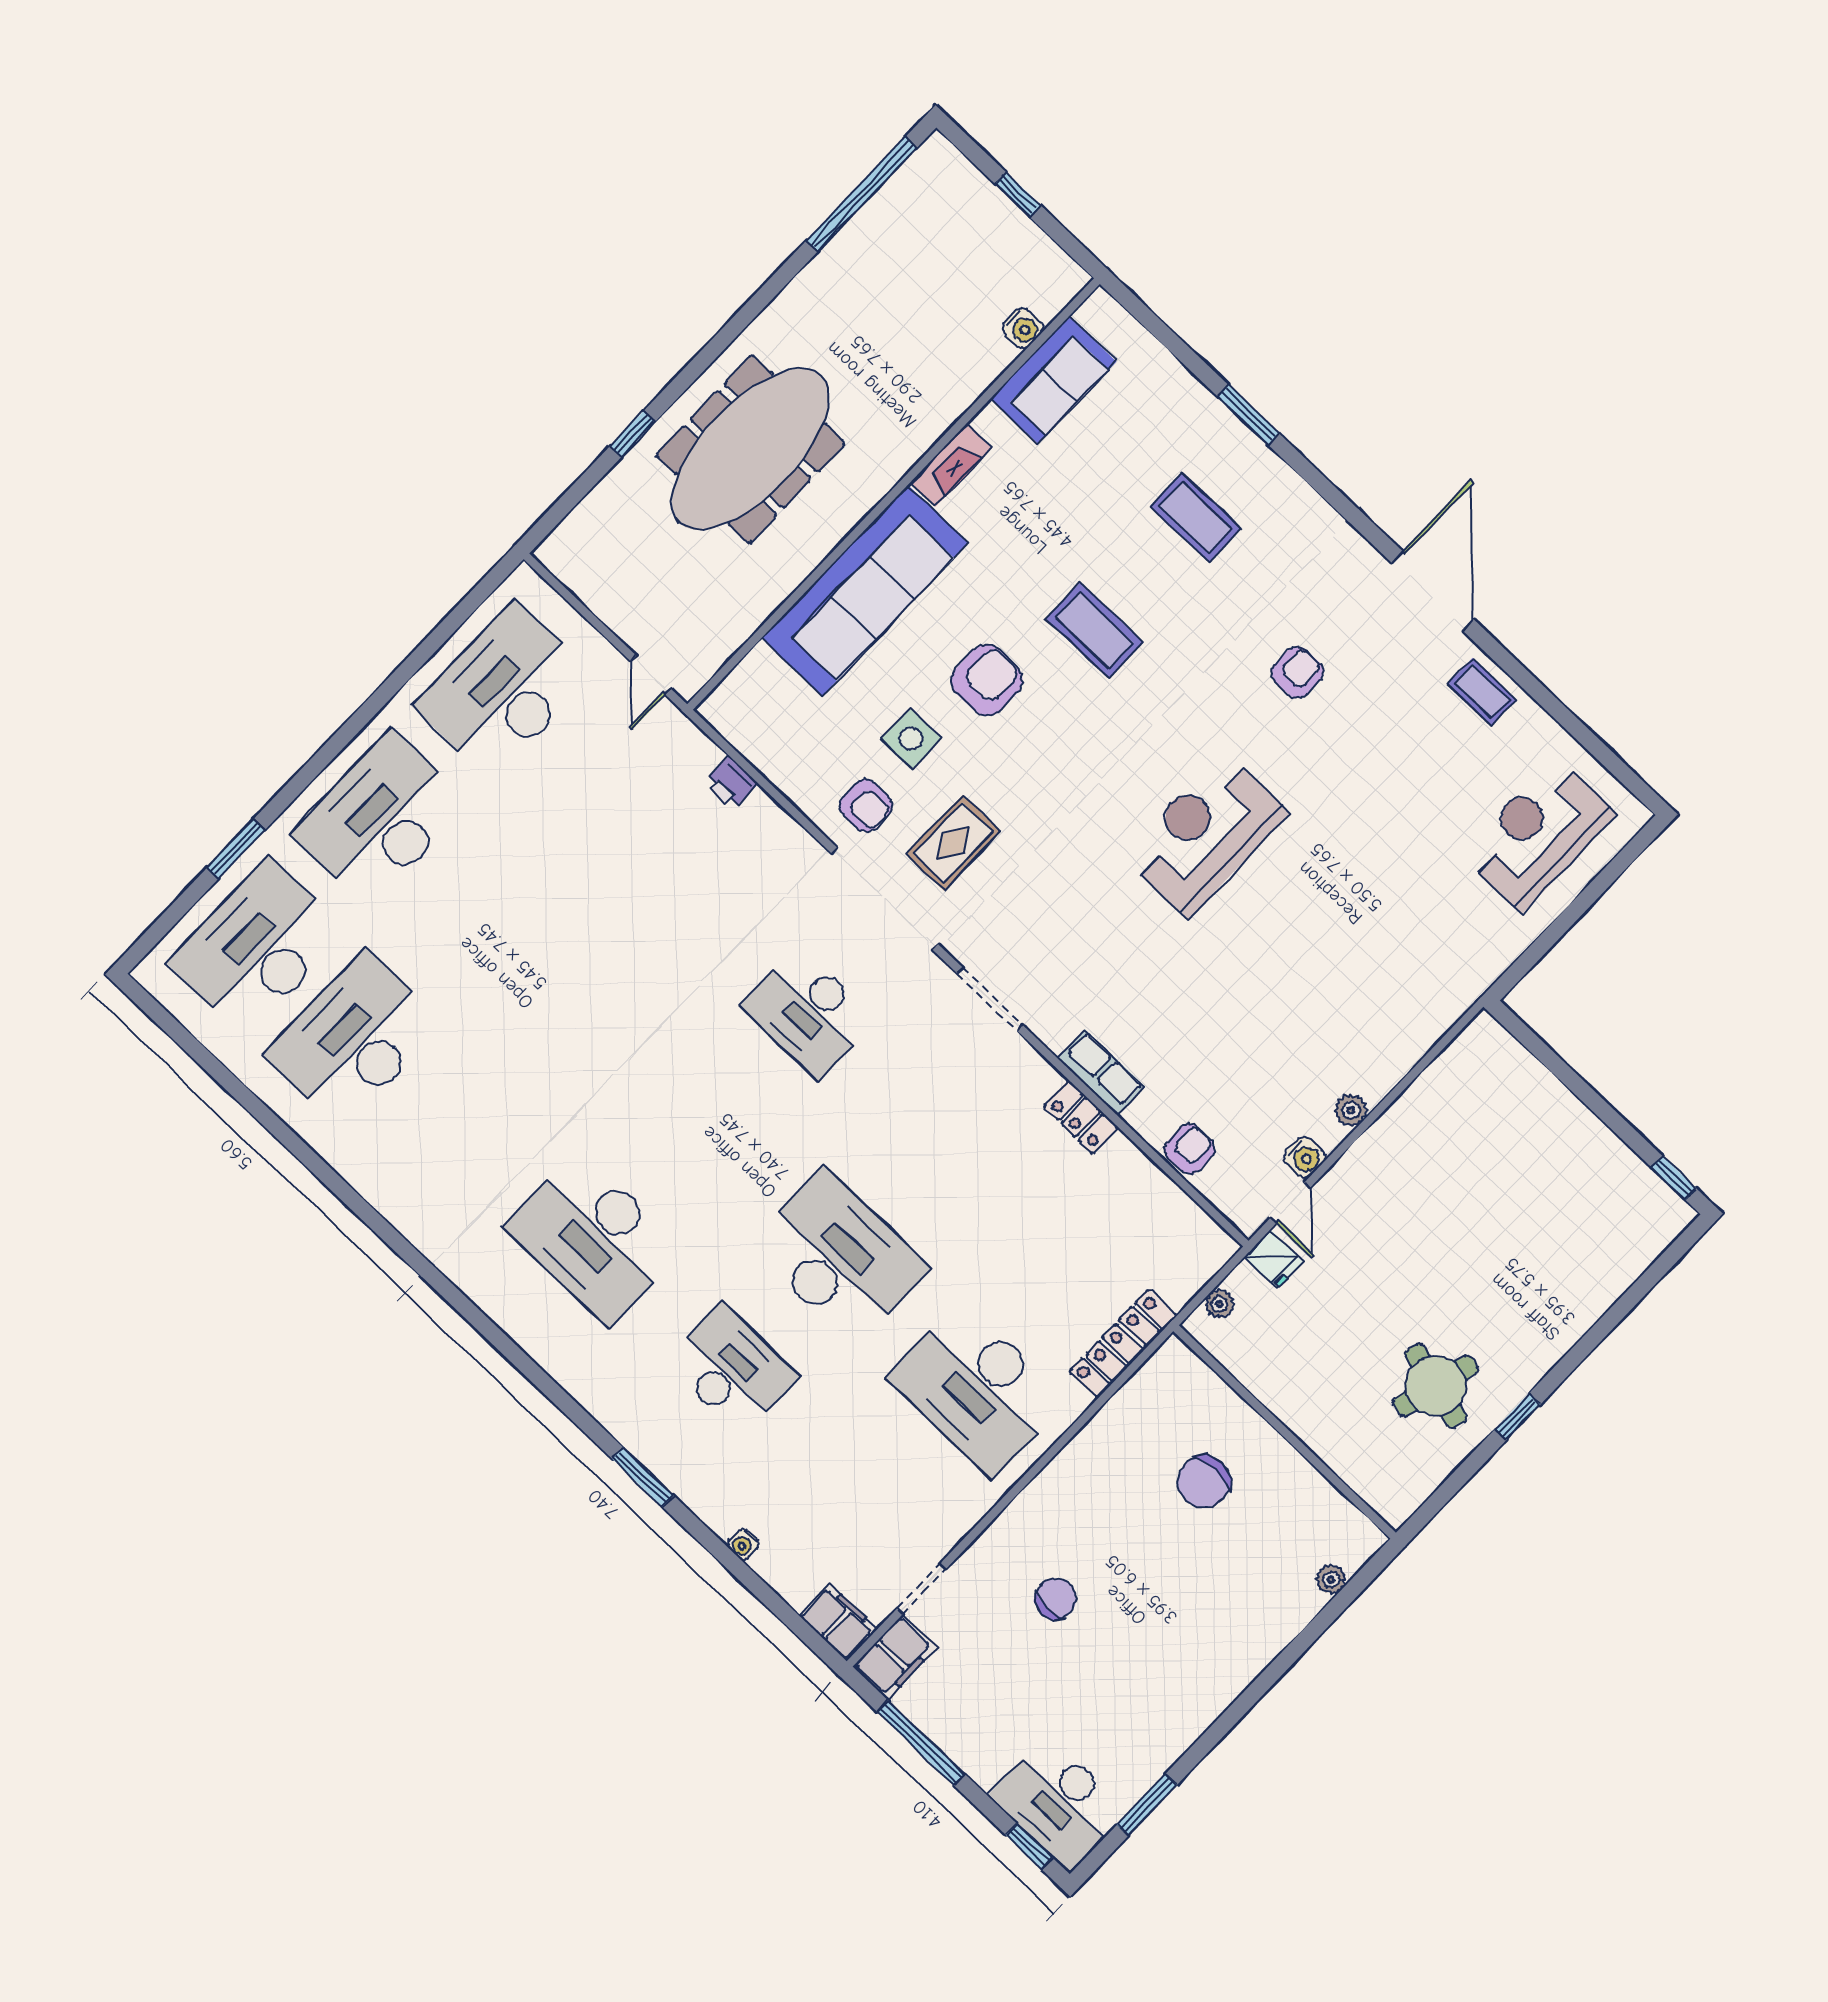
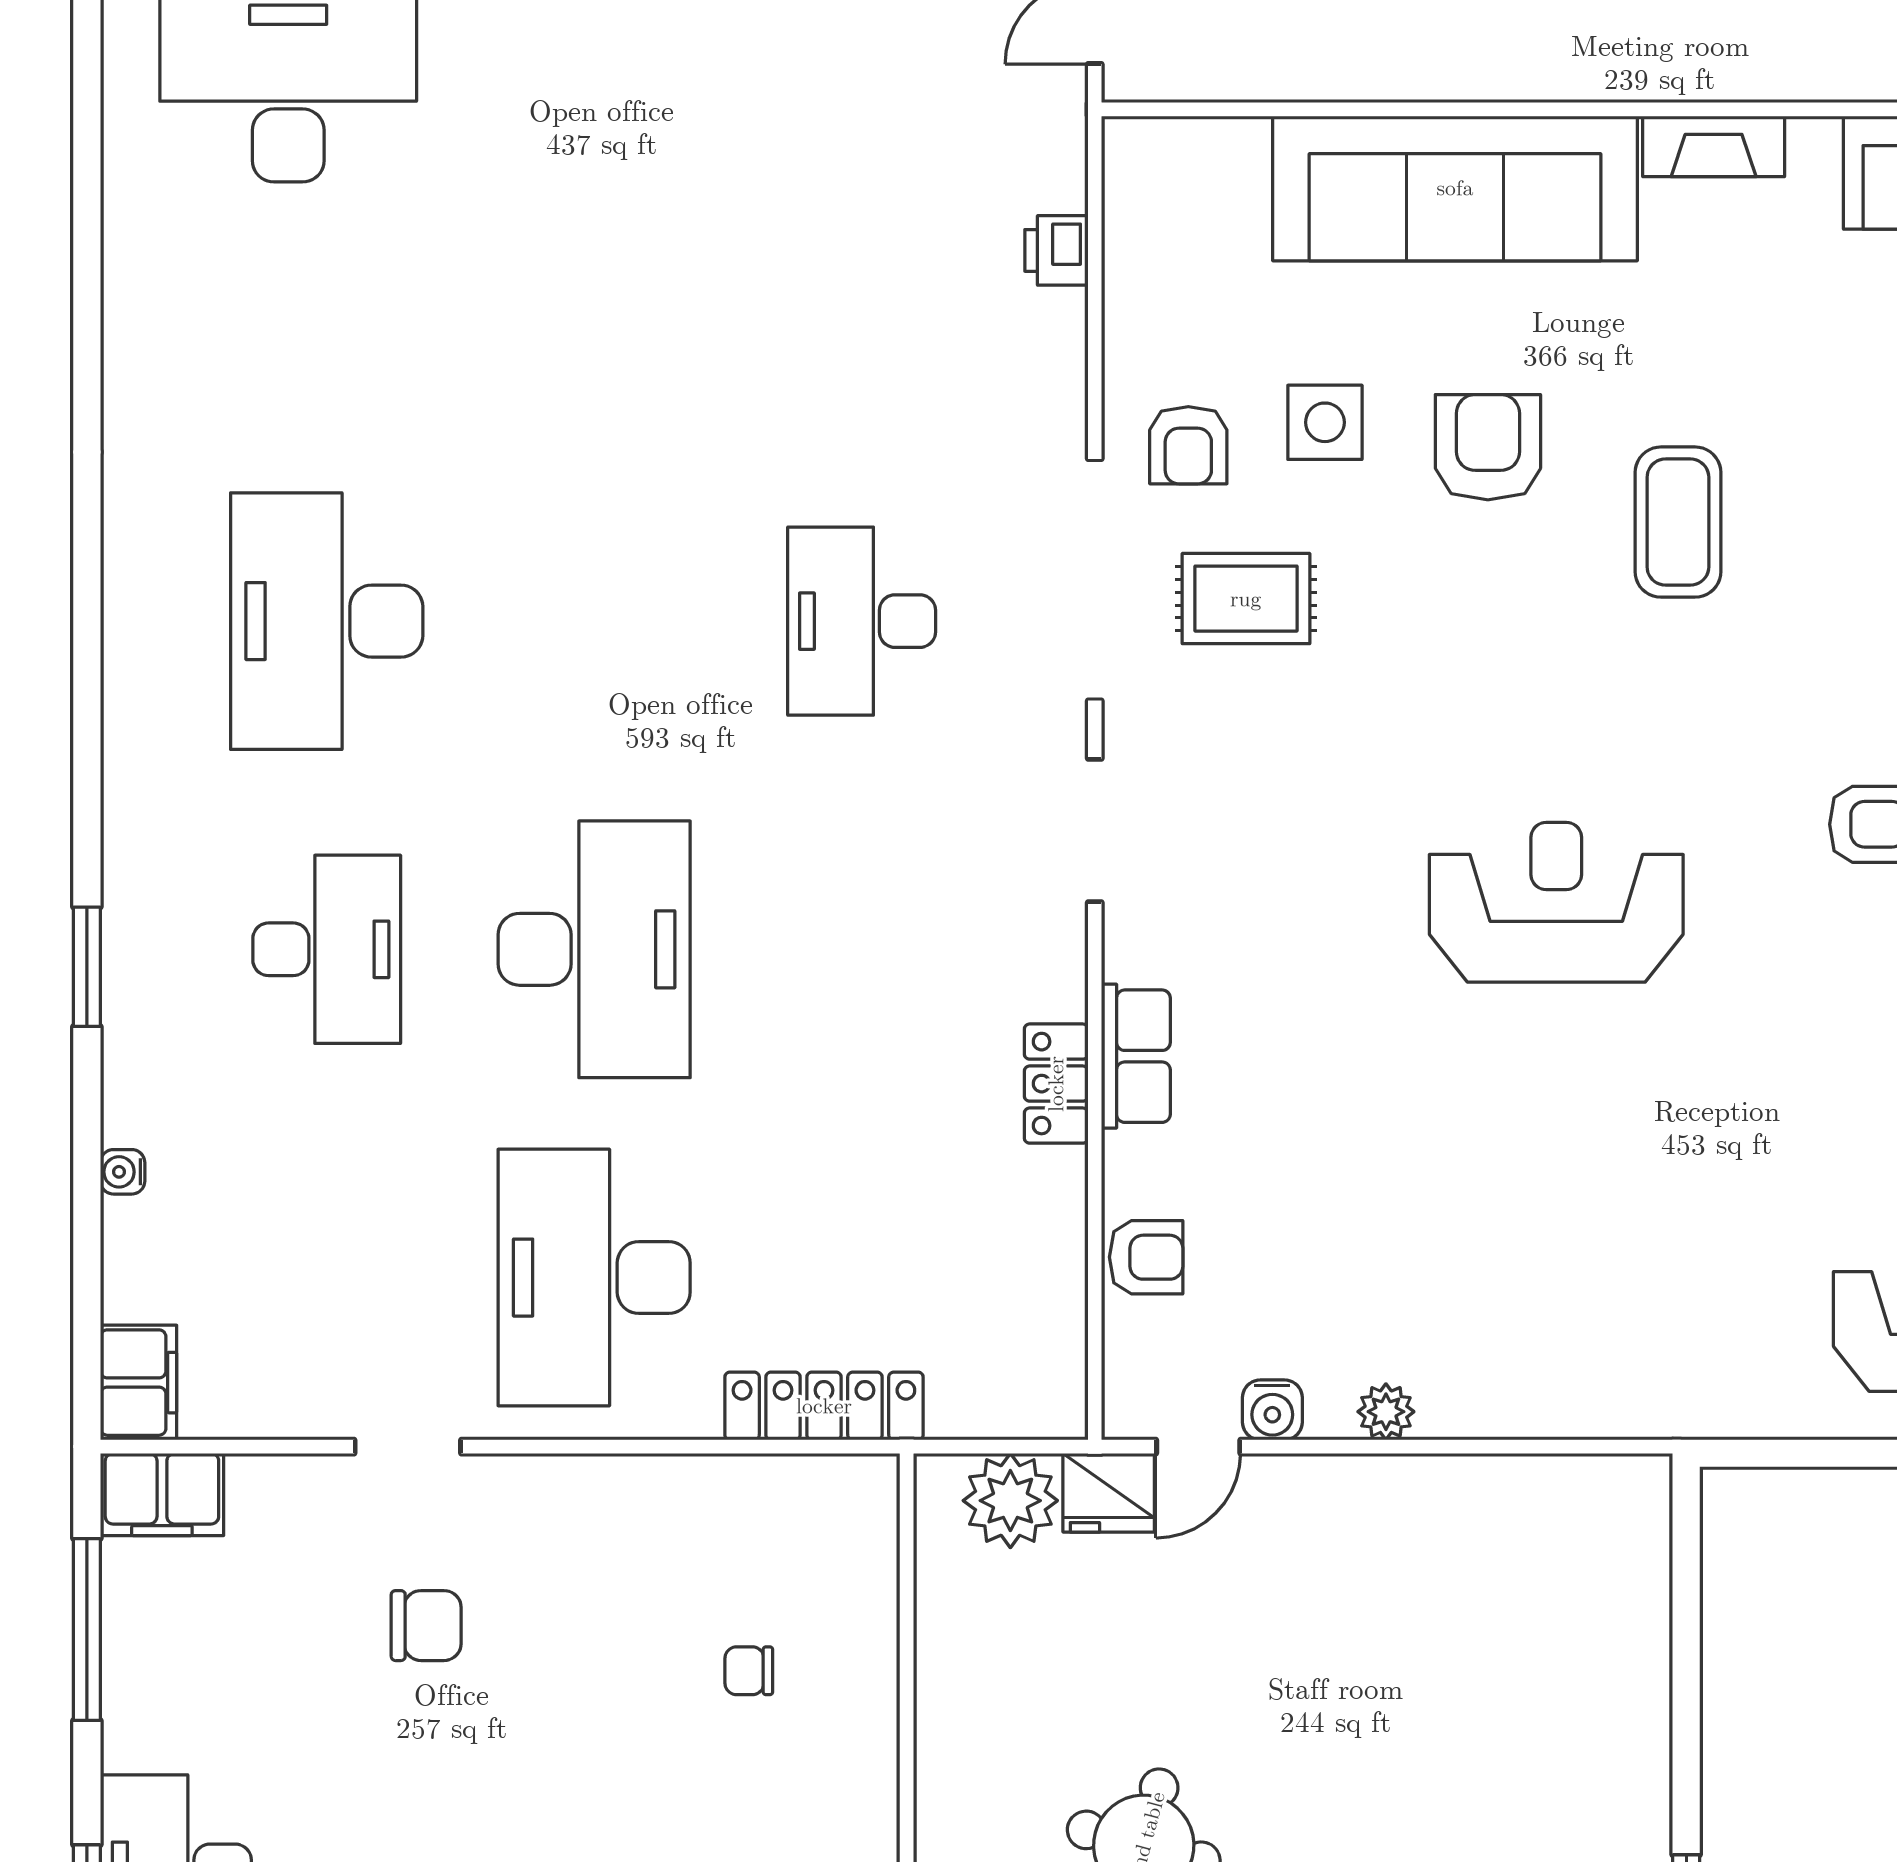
armchair: (987, 680) -> (1488, 447), turned -90
fridge: (1274, 1259) -> (1109, 1493), width x1.38
plant: (1219, 1304) -> (1010, 1501), width x1.87, depth x1.87
chair: (1204, 1482) -> (749, 1671), width x0.54, depth x0.54
doorway: (922, 1589) -> (408, 1447), moved

